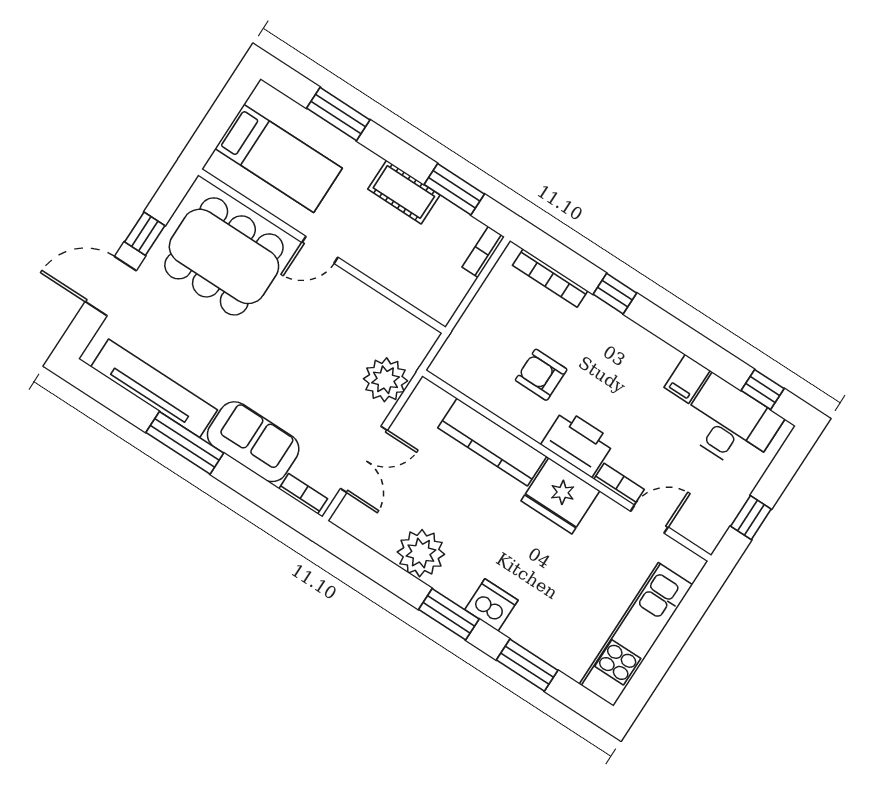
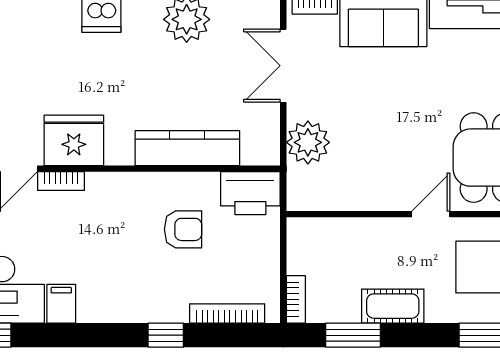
printer: (578, 443) -> (250, 193), moved
fridge: (560, 496) -> (74, 140), moved

